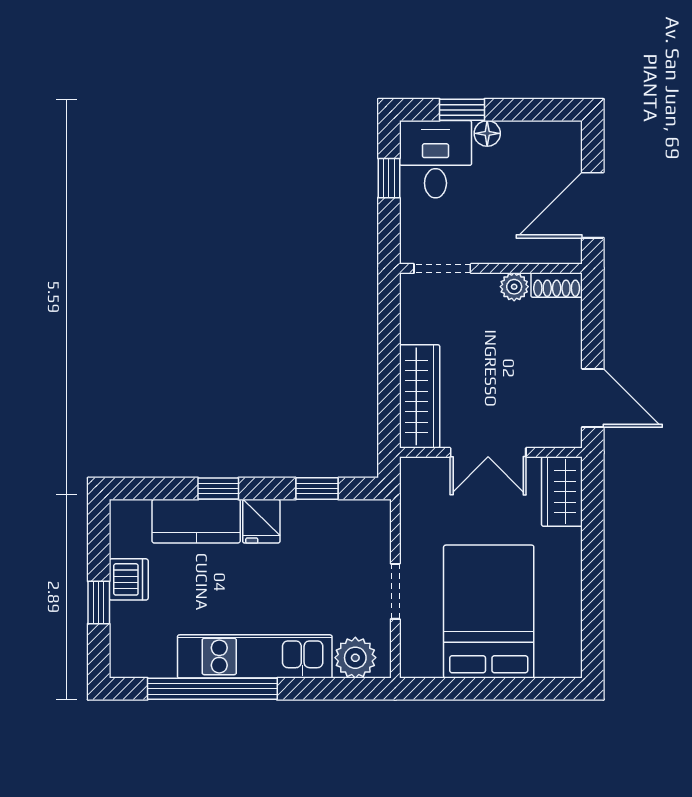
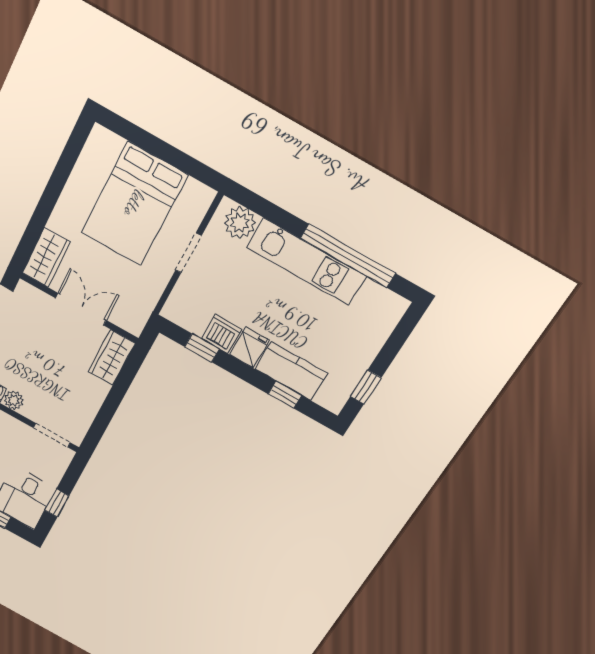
wardrobe: (420, 396) -> (111, 358), width x0.67
window: (218, 489) -> (285, 395), moved
dishwasher: (129, 579) -> (222, 334), moved, turned 90
window: (99, 602) -> (366, 387), moved

